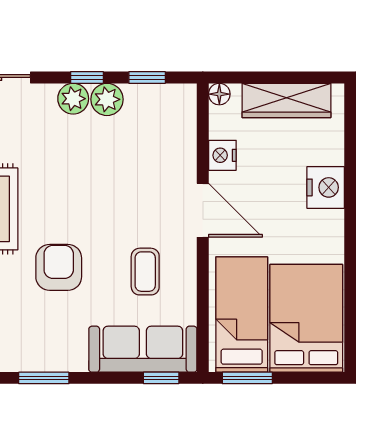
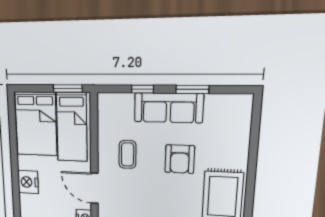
nightstand: (326, 187) -> (28, 182), moved
sofa: (143, 349) -> (168, 108), moved
window: (161, 378) -> (143, 89), moved

